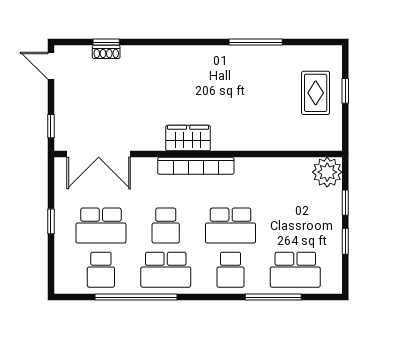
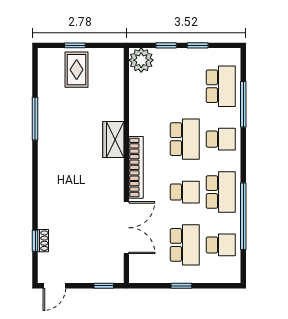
rug: (316, 93) -> (77, 70), turned 90
wardrobe: (188, 138) -> (113, 140), moved
double door: (99, 154) -> (126, 228), moved

